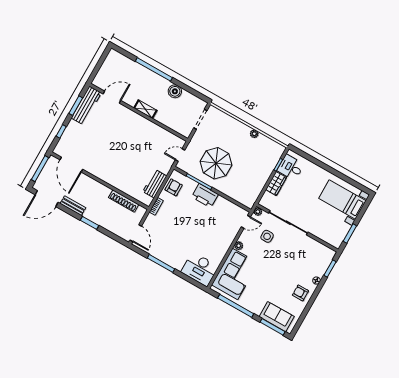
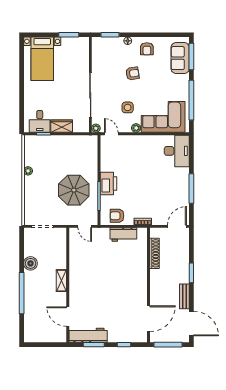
side table: (267, 236) -> (128, 107), moved
armchair: (287, 269) -> (132, 73), added

